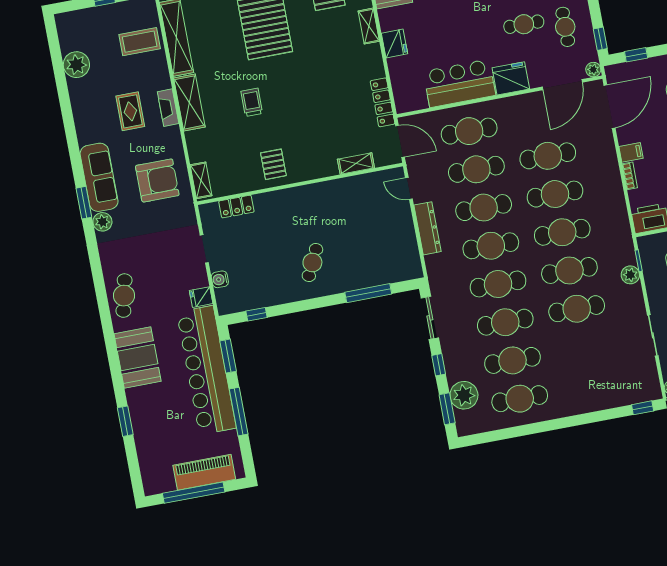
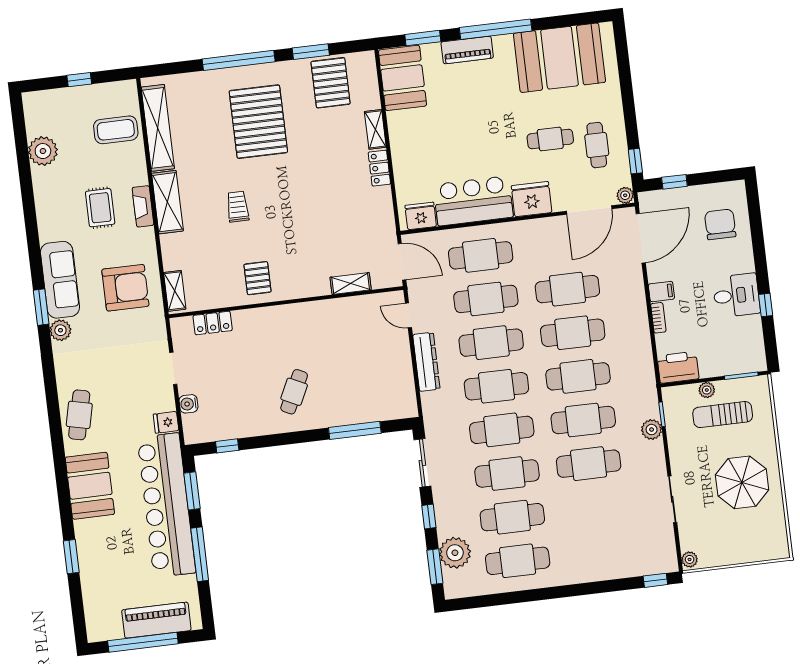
fridge: (394, 43) -> (421, 216), moved, turned -90
locker: (383, 102) -> (379, 168), moved, width x0.66

